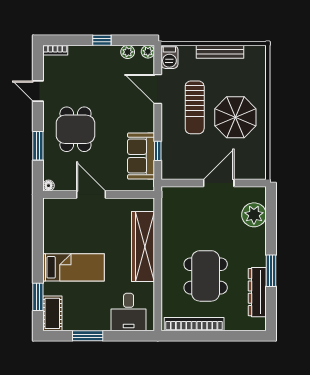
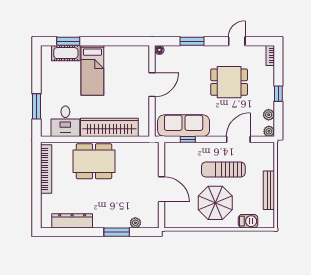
barbecue: (169, 57) -> (248, 221), moved, turned 180
dining table: (75, 129) -> (229, 82), moved
sofa: (141, 156) -> (184, 126), width x1.36
plant: (254, 215) -> (135, 223), width x0.53, depth x0.53
window: (271, 271) -> (117, 232), moved
dining table: (206, 276) -> (94, 161), moved
desk: (129, 312) -> (65, 121), moved, turned -90
cot: (52, 313) -> (66, 53), moved
window: (88, 336) -> (37, 106), moved

